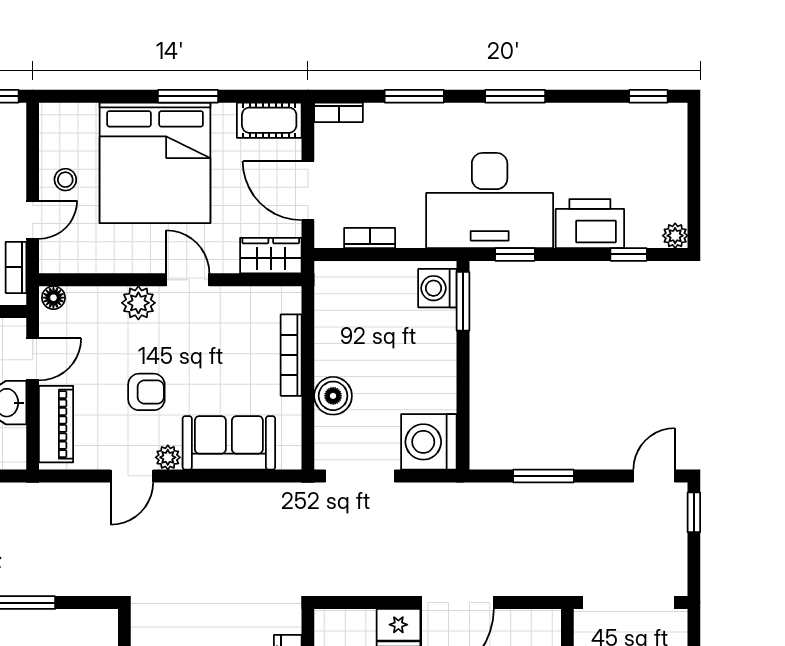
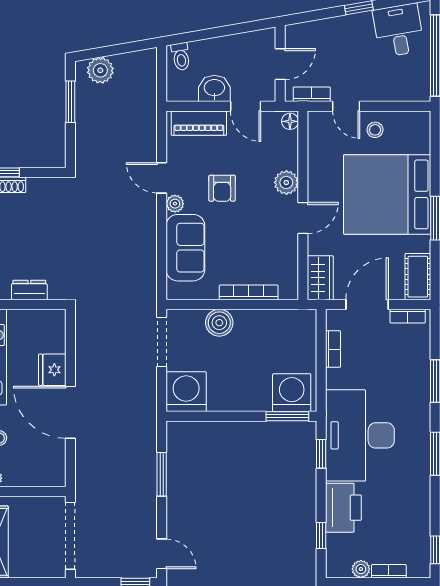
bookcase: (339, 112) -> (408, 316), moved, turned -90
bookcase: (678, 160) -> (389, 571), added
plant: (675, 236) -> (361, 569), moved
washing machine: (437, 288) -> (292, 393), width x1.37, depth x1.37

